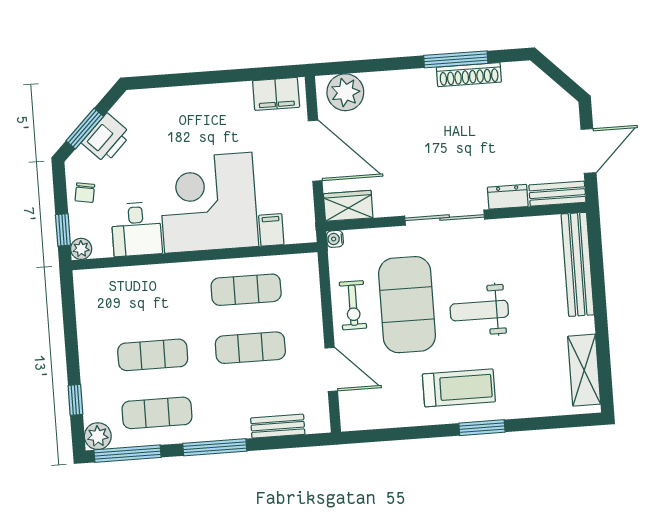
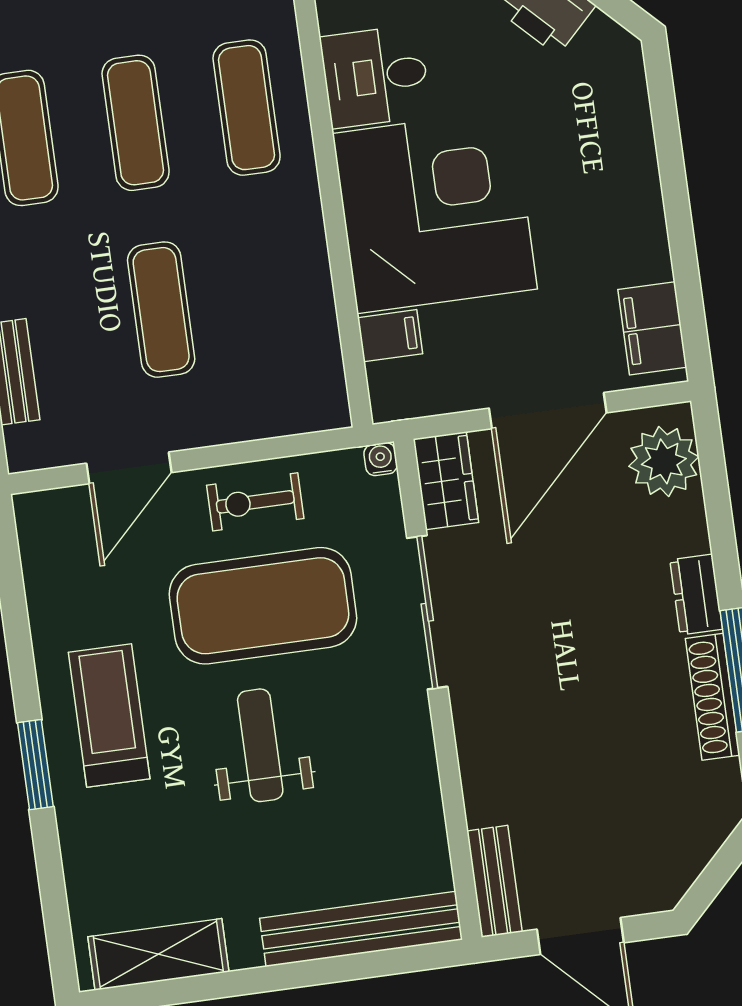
dresser: (508, 197) -> (696, 595), moved, turned 180
sliding door: (445, 218) -> (427, 612), moved
exercise mat: (246, 290) -> (247, 108), moved
treadmill: (459, 388) -> (109, 716), turned 180

